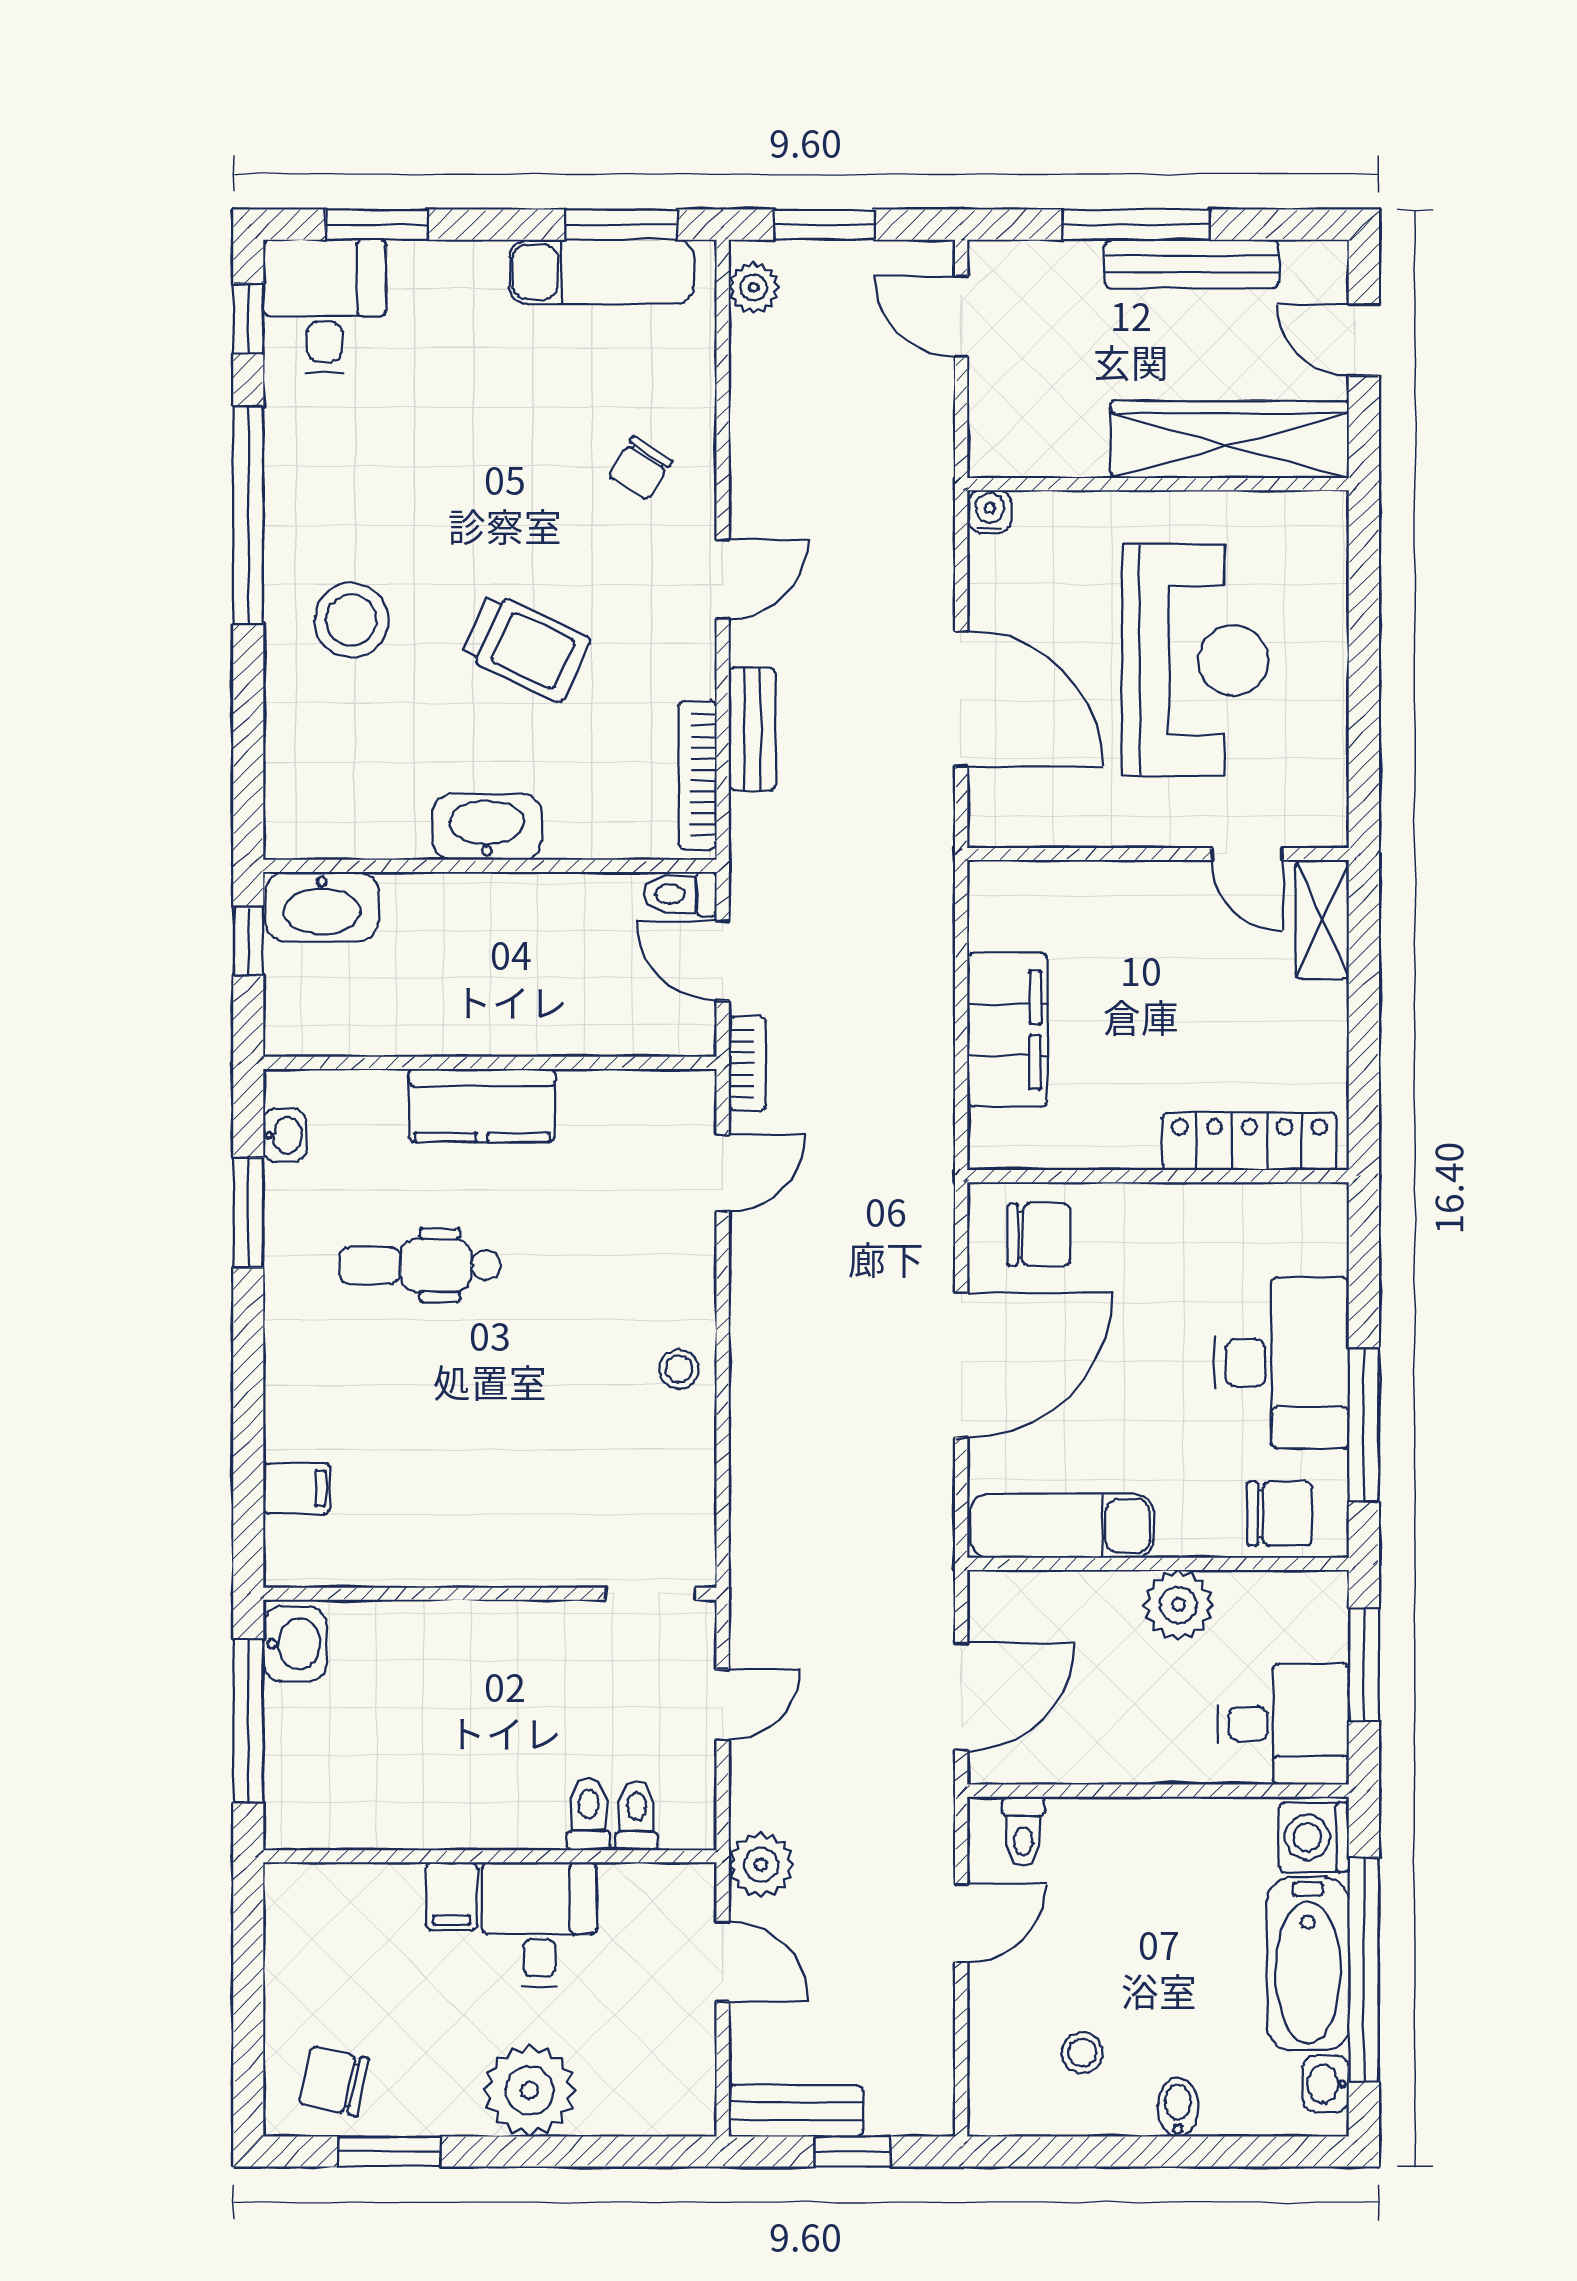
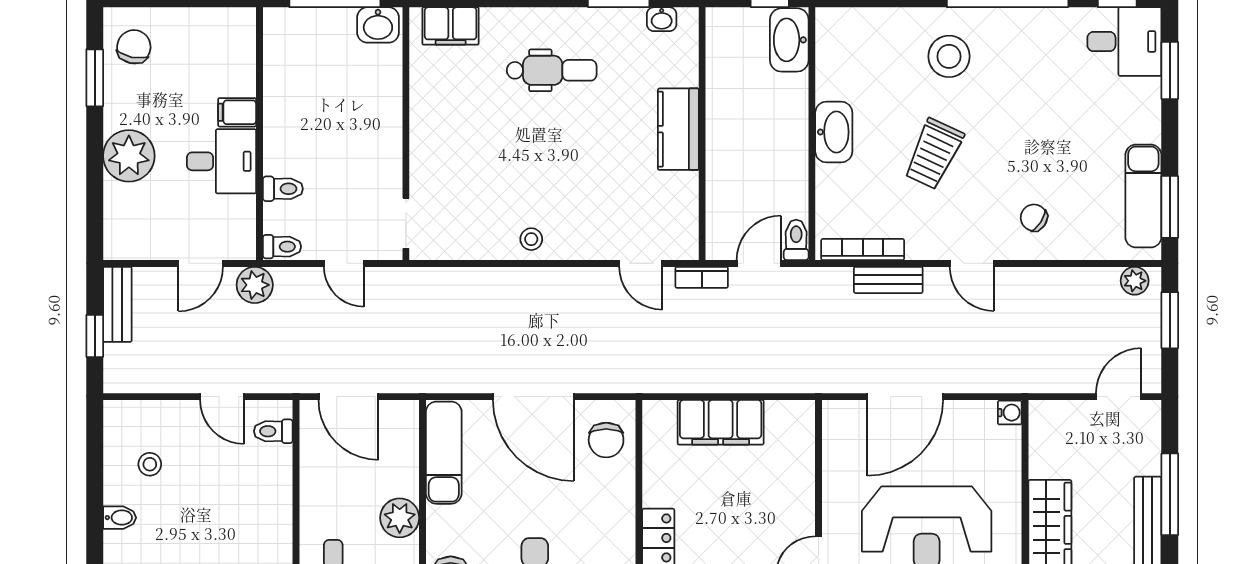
dental chair: (420, 1265) -> (552, 70), moved, turned 90
filing cabinet: (297, 1488) -> (451, 26), width x2.00
toilet: (637, 1816) -> (282, 247), moved

